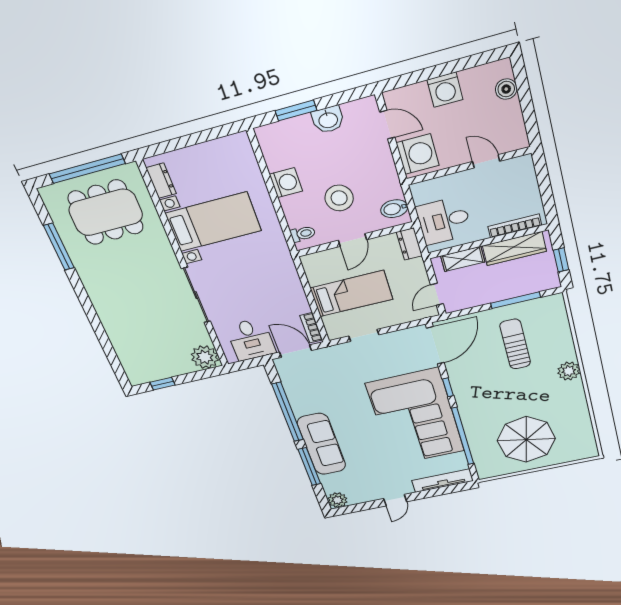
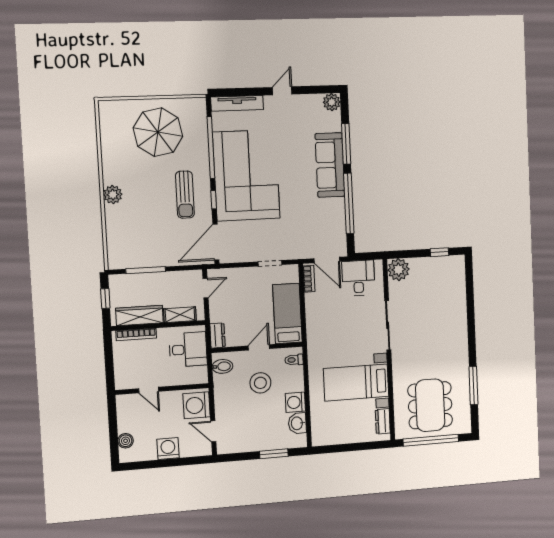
washbasin: (328, 120) -> (297, 423), moved, turned -90
dining table: (106, 212) -> (430, 405), turned 90
bed: (351, 294) -> (287, 313), moved, turned 90
sun lounger: (515, 344) -> (185, 195), moved

